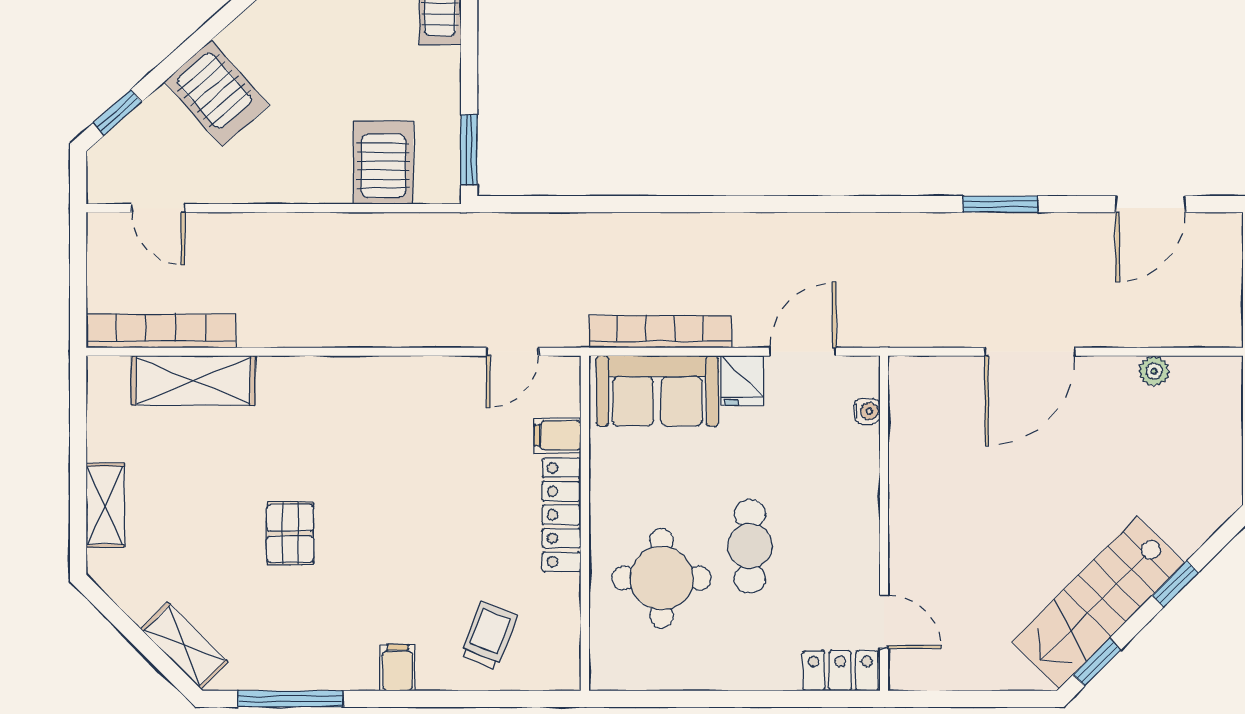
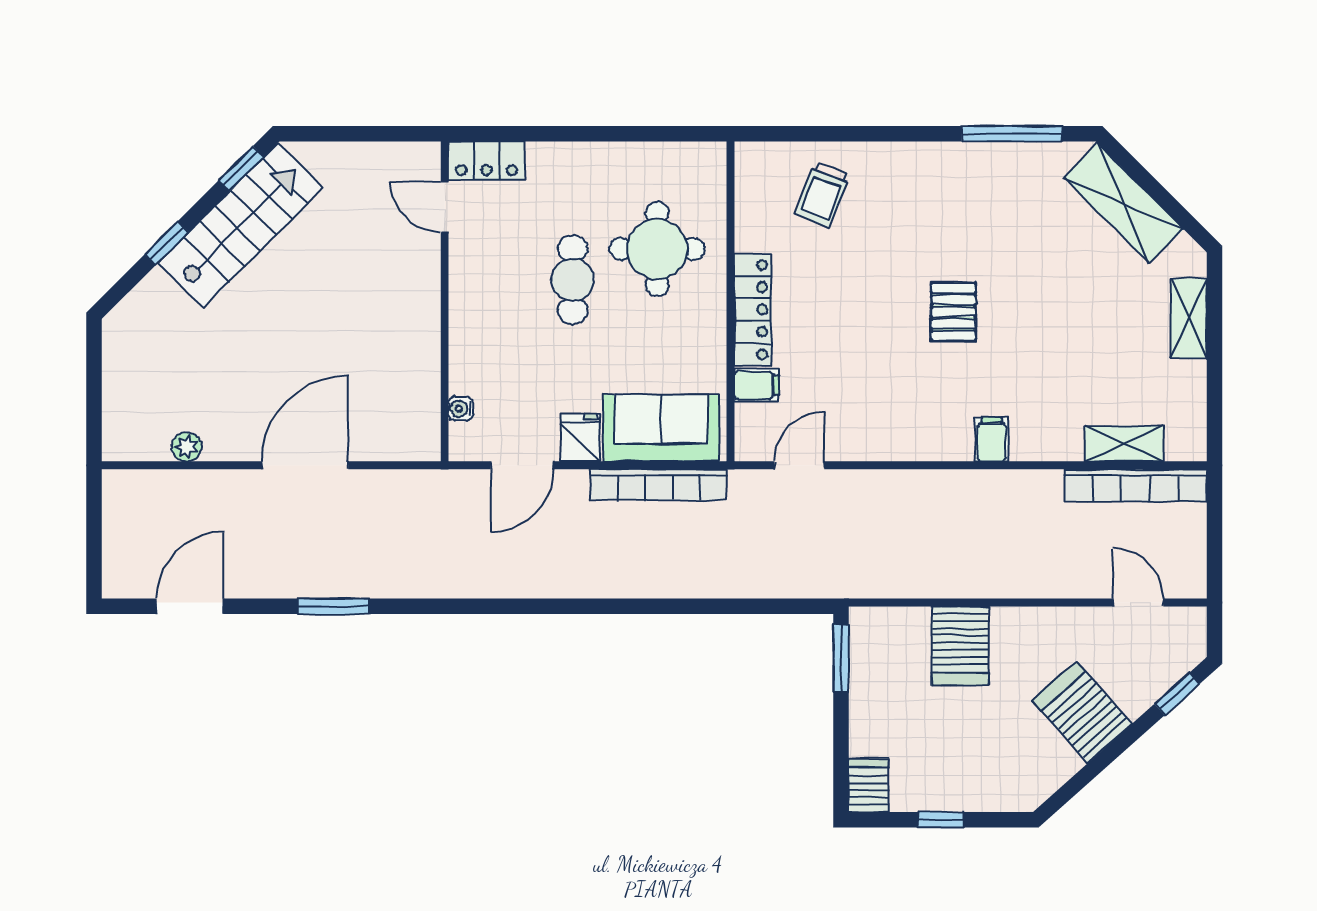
server rack: (383, 163) -> (960, 646), moved
shelving: (193, 381) -> (1124, 444), width x0.67, depth x0.75
pallet: (290, 533) -> (953, 312), moved
shelving: (184, 646) -> (1123, 203), width x1.50, depth x1.33
filing cabinet: (398, 668) -> (992, 439), moved, turned 180

